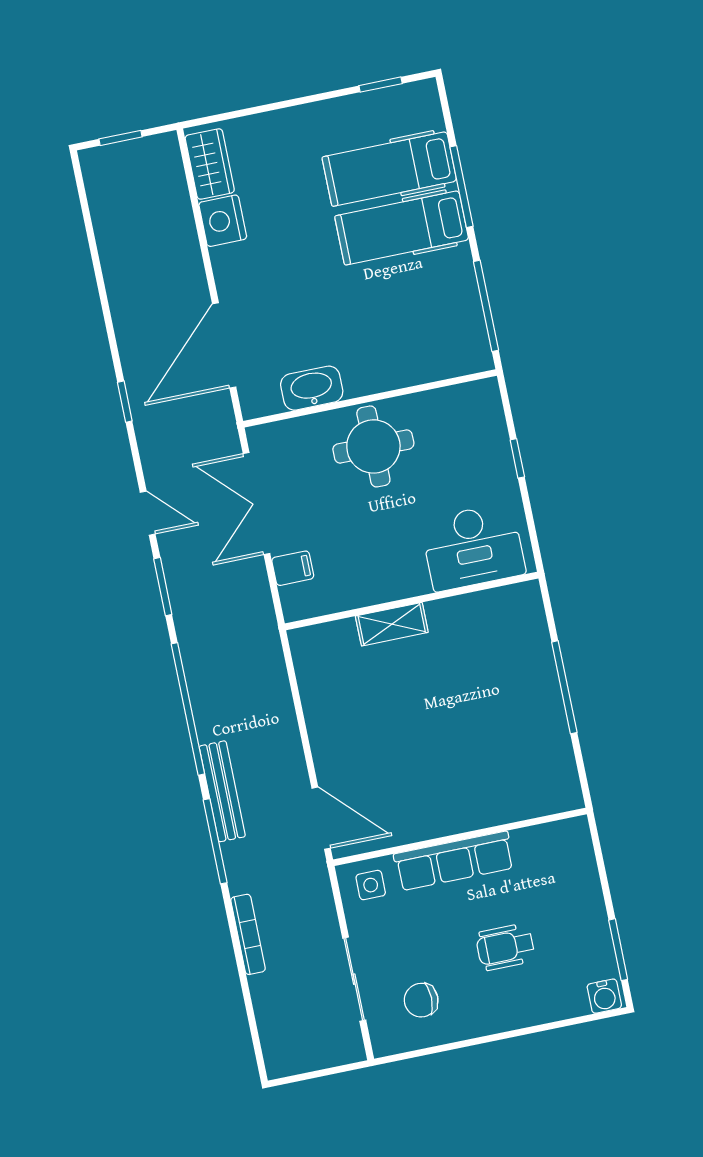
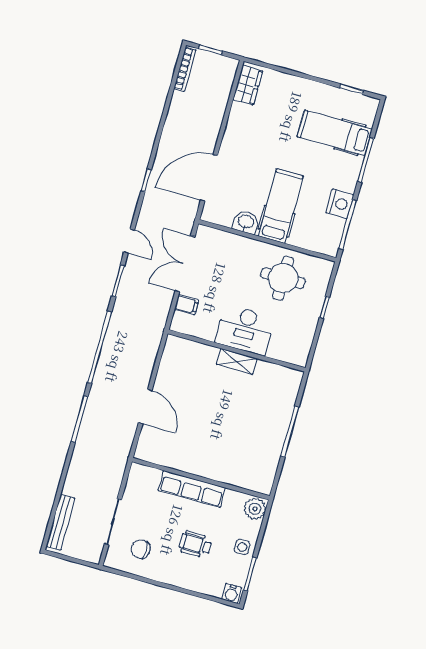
nightstand: (223, 221) -> (340, 204), moved, turned 180
hospital bed: (402, 228) -> (281, 206), moved, turned 90
washbasin: (312, 388) -> (246, 222), width x0.72
round table: (373, 446) -> (283, 278), moved
desk: (473, 547) -> (245, 330), moved
shelving: (392, 624) -> (237, 361), moved
bench: (222, 791) -> (60, 522), moved
door: (321, 818) -> (145, 406), moved
plant: (572, 841) -> (255, 509), added
side table: (371, 885) -> (242, 547), moved
bookcase: (248, 934) -> (185, 69), moved

